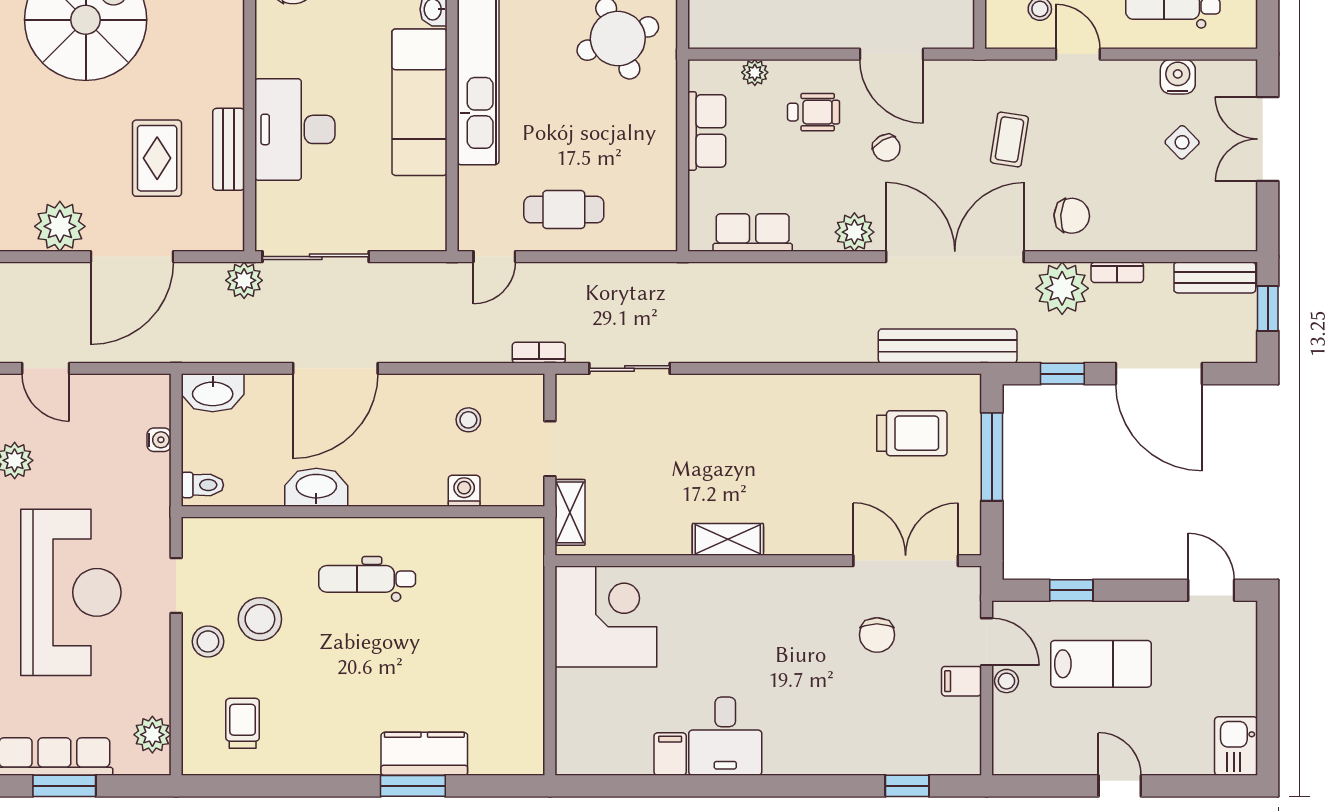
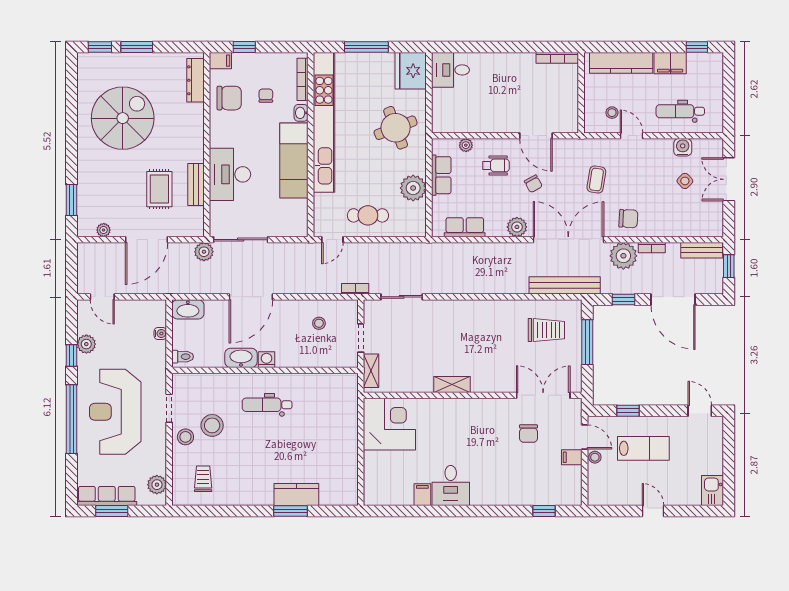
plant: (652, 156) -> (413, 188), added
plant: (60, 226) -> (104, 230), width x0.53, depth x0.53
washing machine: (464, 491) -> (267, 360), moved
reception desk: (71, 592) -> (115, 412), turned 180

